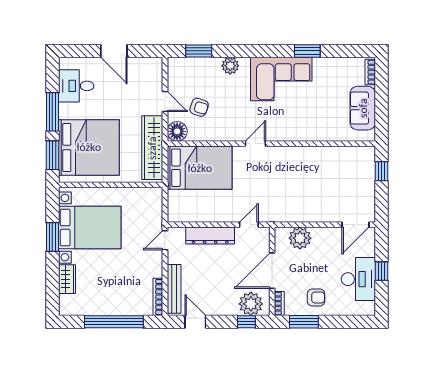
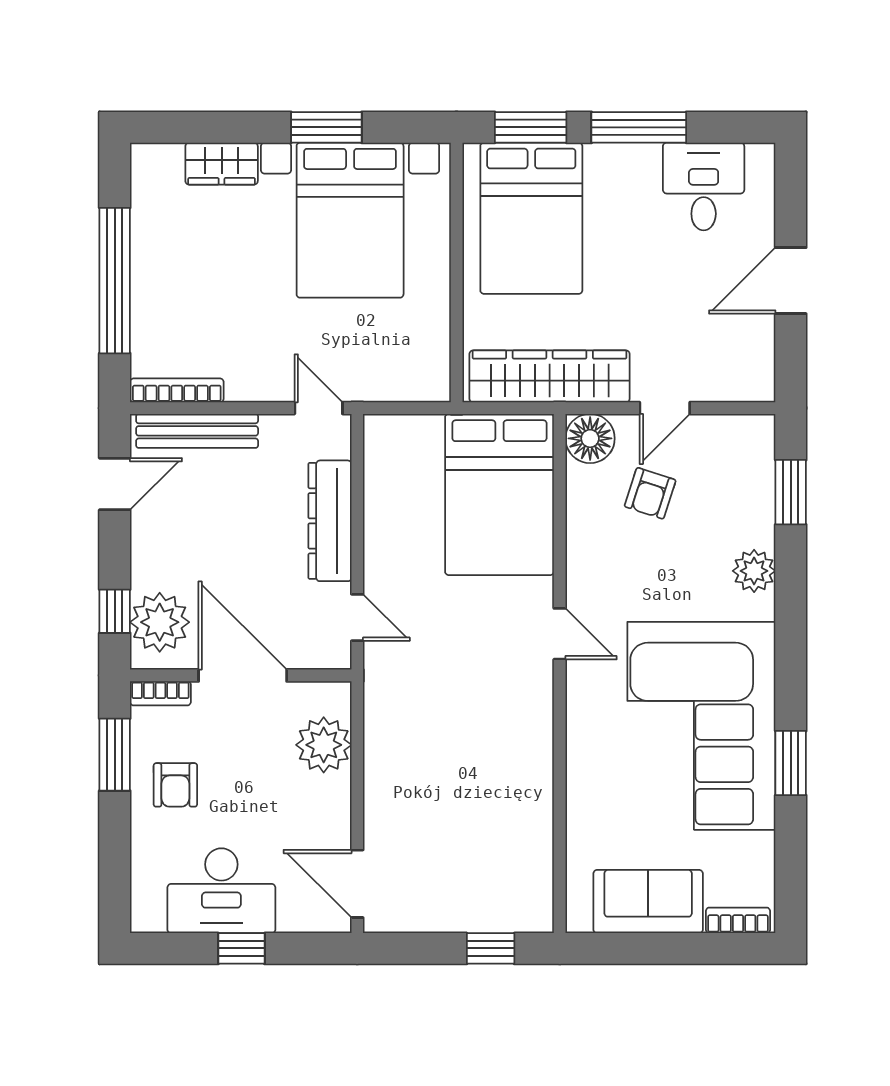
corner sofa: (281, 79) -> (701, 726), width x1.36, depth x1.36
bed: (89, 147) -> (531, 218), width x0.73

